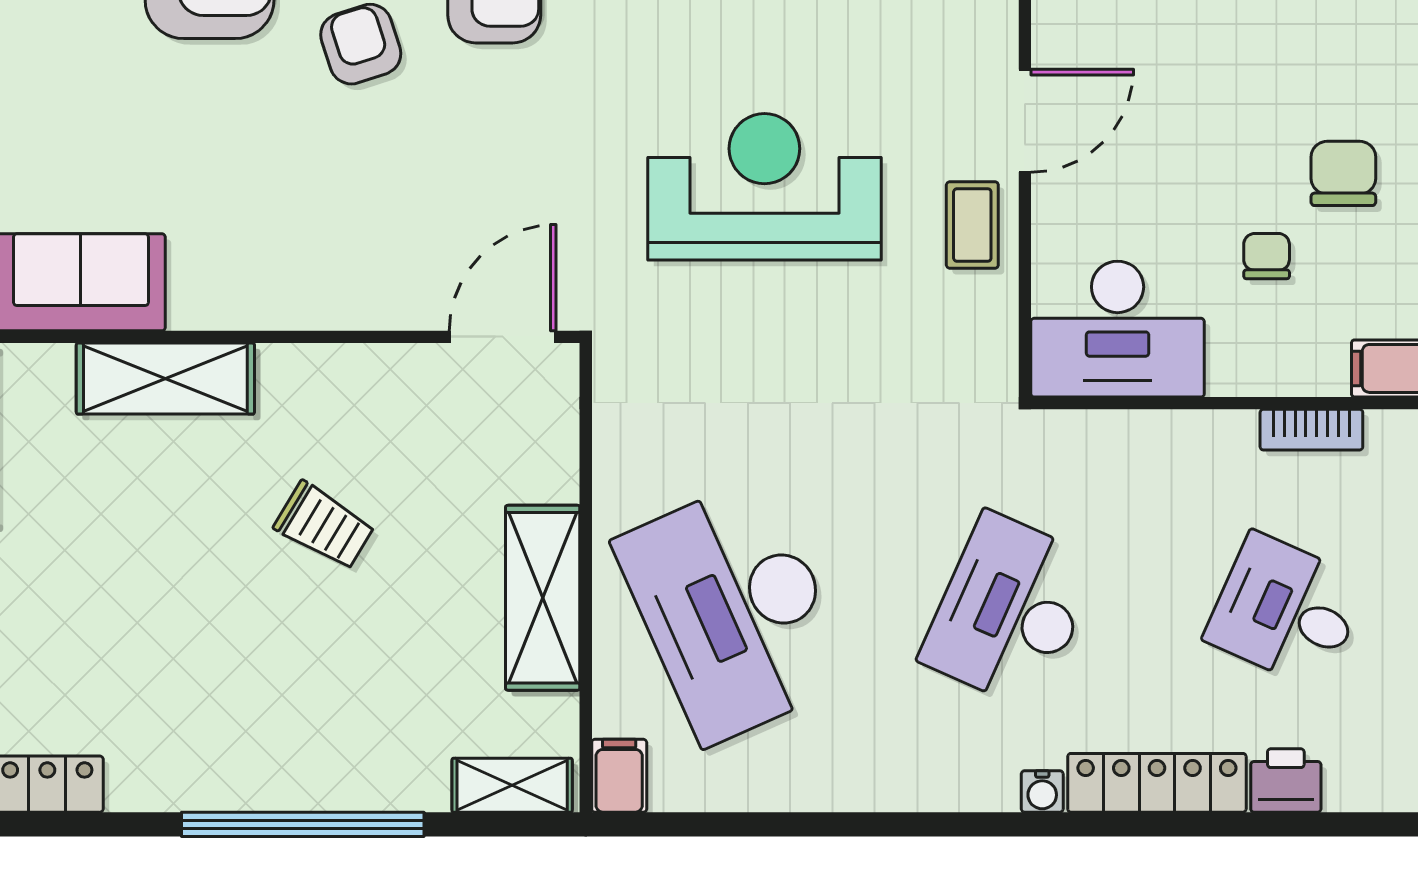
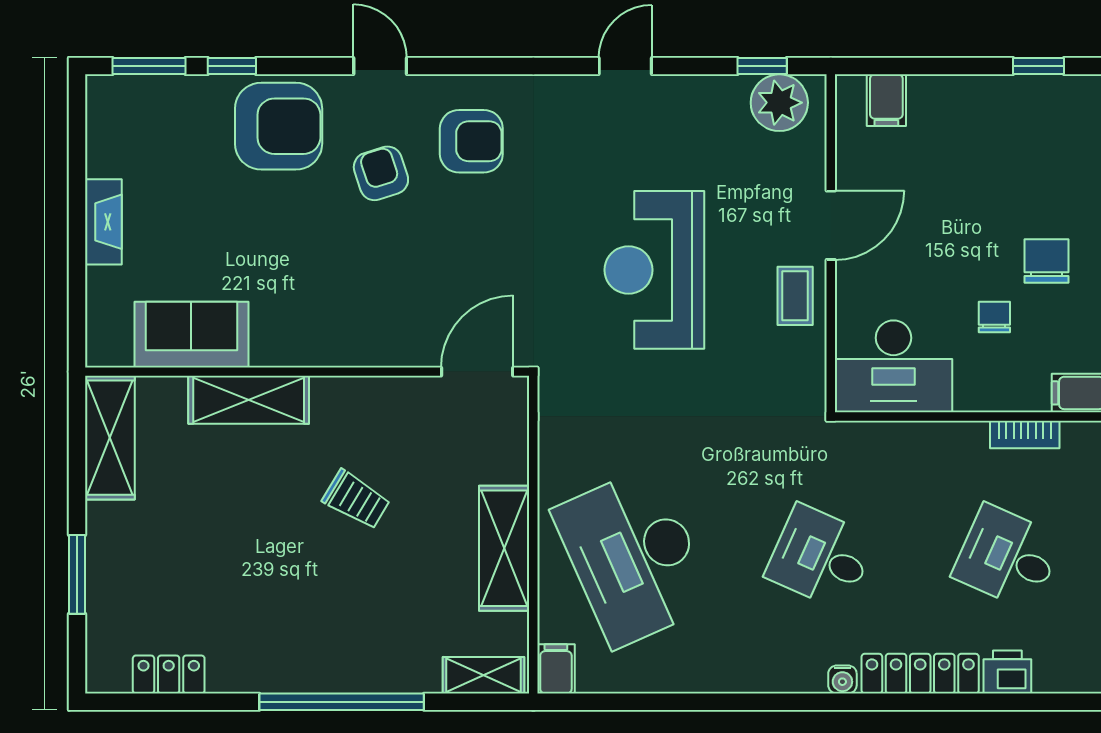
reception desk: (764, 187) -> (654, 270), turned -90
desk: (1010, 611) -> (821, 557), width x0.73

